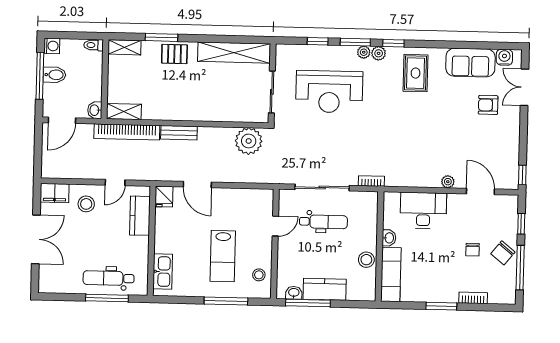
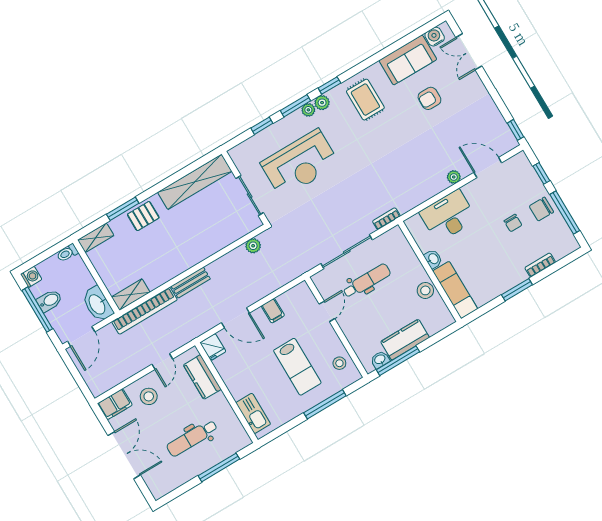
armchair: (488, 105) -> (429, 98), moved
washbasin: (95, 110) -> (97, 304), width x1.91, depth x1.45
plant: (249, 141) -> (253, 246), width x0.53, depth x0.53
filing cabinet: (232, 198) -> (273, 311), added
chair: (503, 253) -> (541, 209), turned 51
dental chair: (109, 278) -> (192, 438), moved

